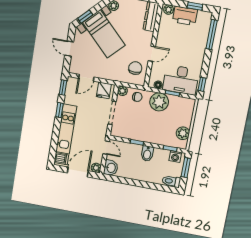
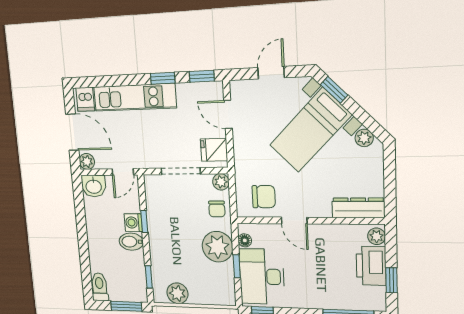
washing machine: (175, 156) -> (133, 223), moved

